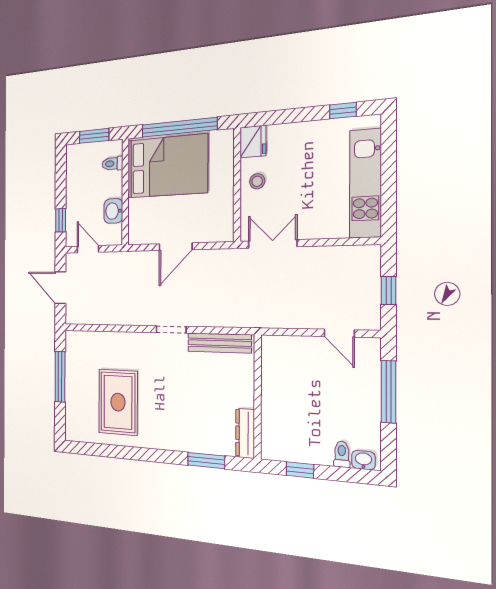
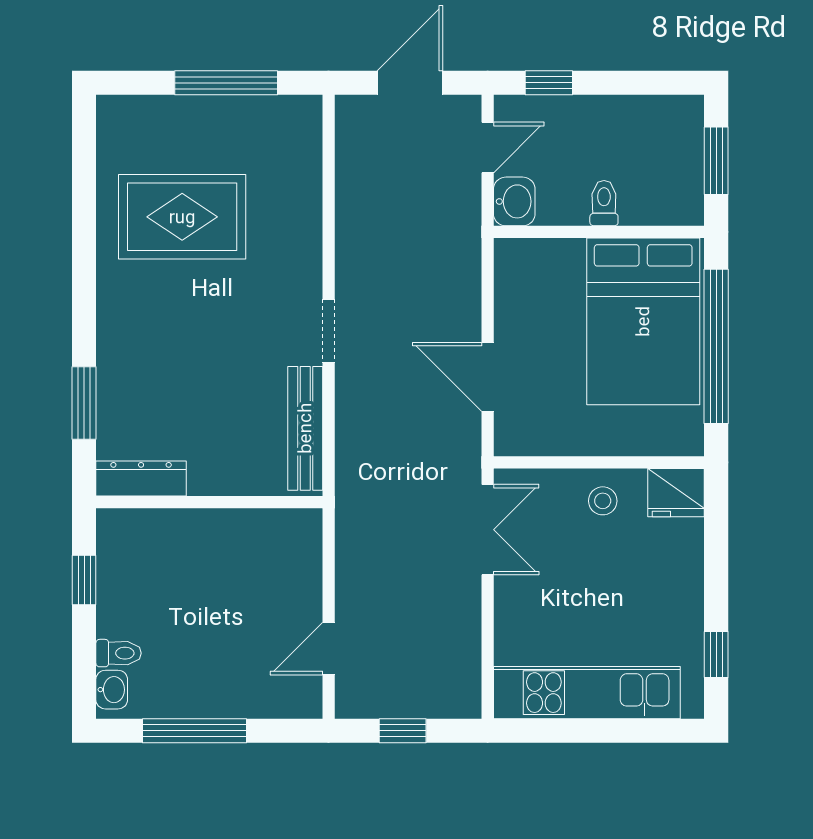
toilet: (113, 164) -> (604, 203), moved
washbasin: (113, 211) -> (514, 201), moved, turned 90
door: (176, 247) -> (488, 377), moved
window: (389, 392) -> (194, 731), moved

